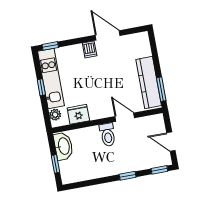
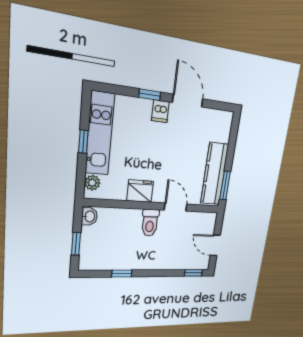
window: (50, 46) -> (150, 95), moved
fridge: (78, 114) -> (140, 191), moved
washbasin: (63, 146) -> (89, 216), width x0.52, depth x0.69
window: (128, 176) -> (122, 273), moved

